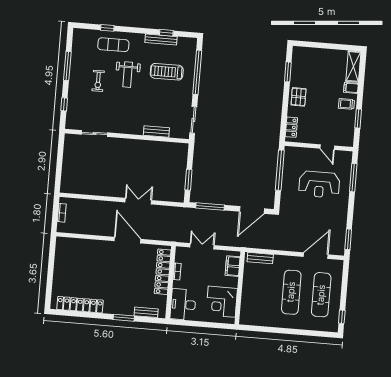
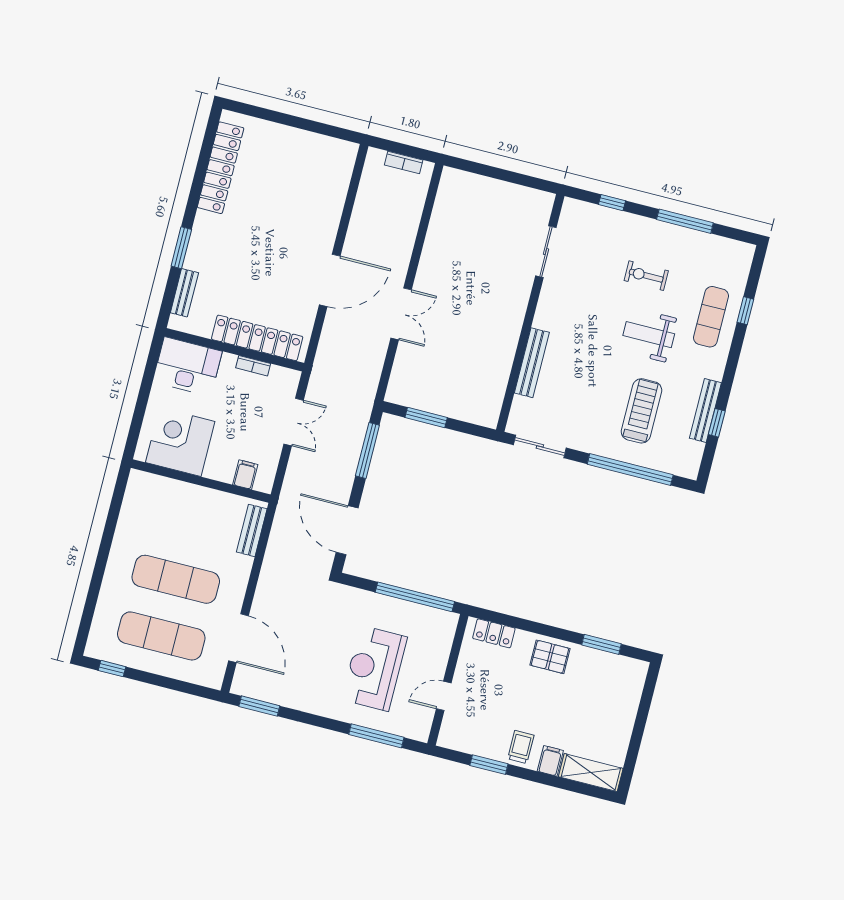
bench: (156, 132) -> (532, 363), width x1.36
filing cabinet: (233, 266) -> (245, 475), width x0.50

